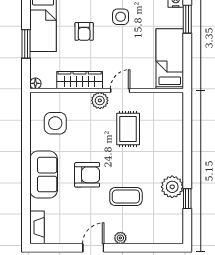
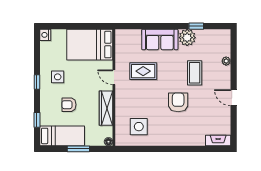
window: (187, 19) -> (60, 26), removed
armchair: (84, 31) -> (69, 105), turned 180
bed: (170, 59) -> (90, 45), width x1.50
plant: (100, 100) -> (121, 93), removed
sofa: (44, 175) -> (160, 39), moved, turned 180
plant: (120, 238) -> (226, 61), moved

